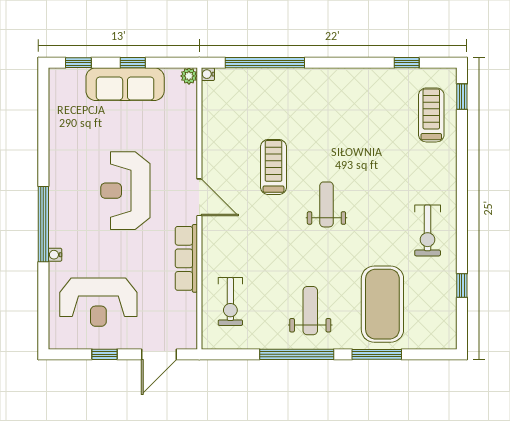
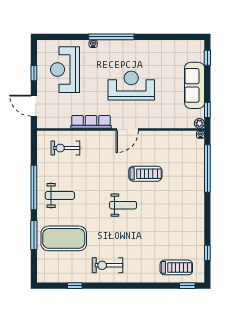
window: (133, 63) -> (207, 110), moved

